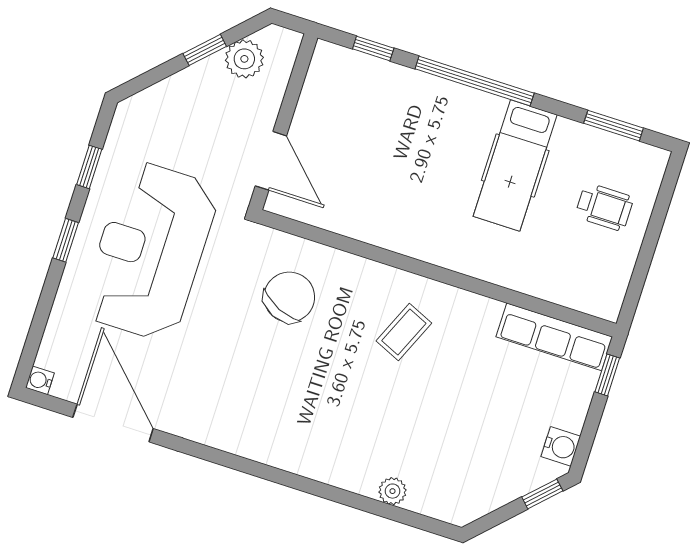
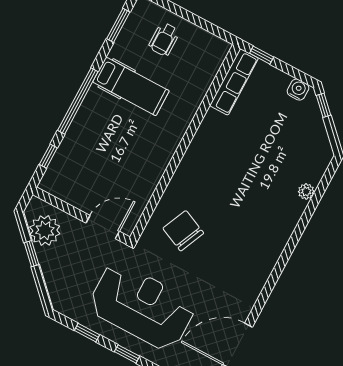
plant: (244, 59) -> (45, 230), width x1.36, depth x1.36
wheelchair: (604, 207) -> (164, 39), turned 180
reception desk: (150, 251) -> (142, 306), turned 180
coffee table: (404, 332) -> (215, 168), removed

